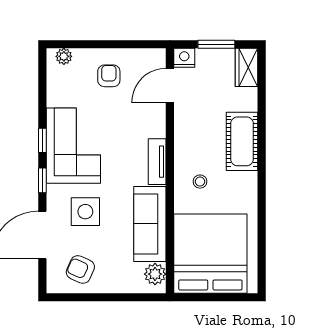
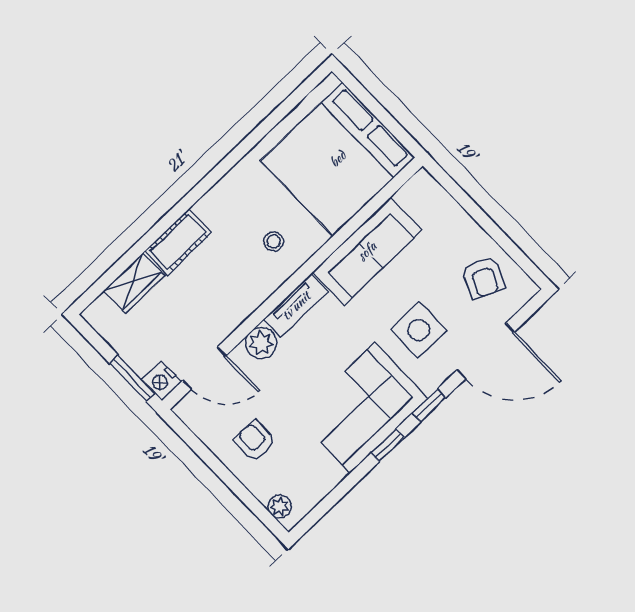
window: (216, 44) -> (132, 378), moved
wardrobe: (246, 67) -> (134, 283), moved
armchair: (109, 76) -> (255, 441), turned 90
cot: (242, 141) -> (178, 242), width x0.73, depth x0.75
plant: (155, 274) -> (261, 343), moved

